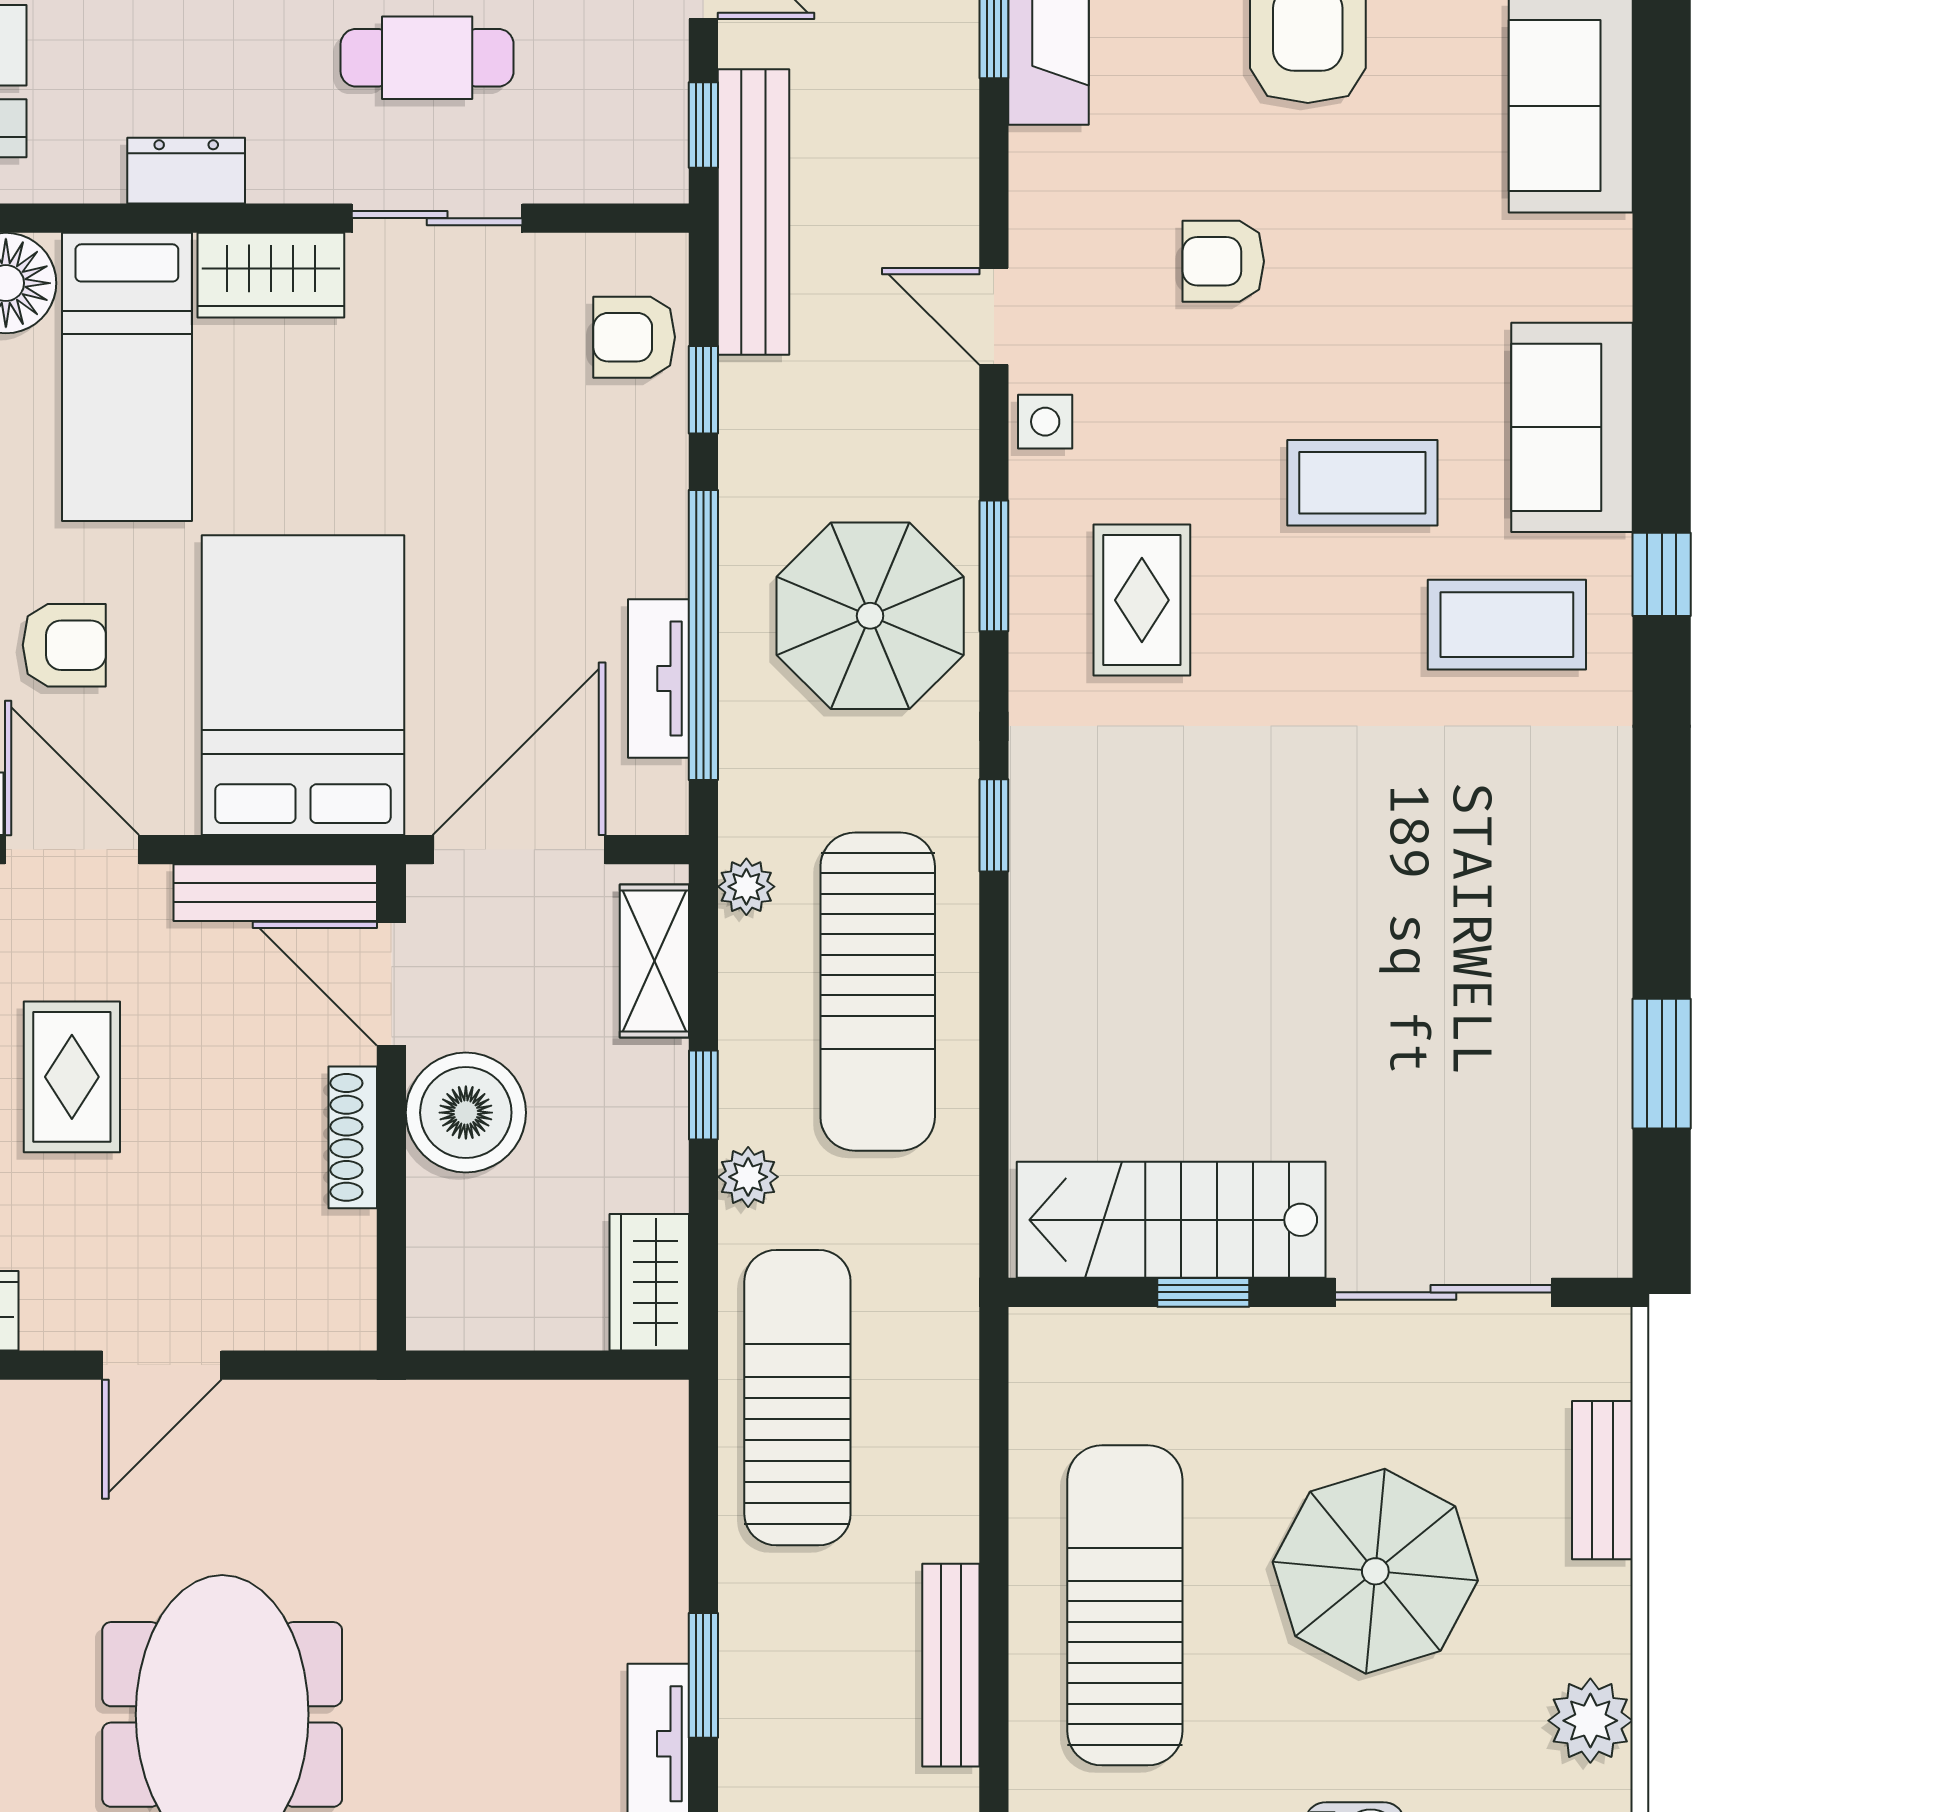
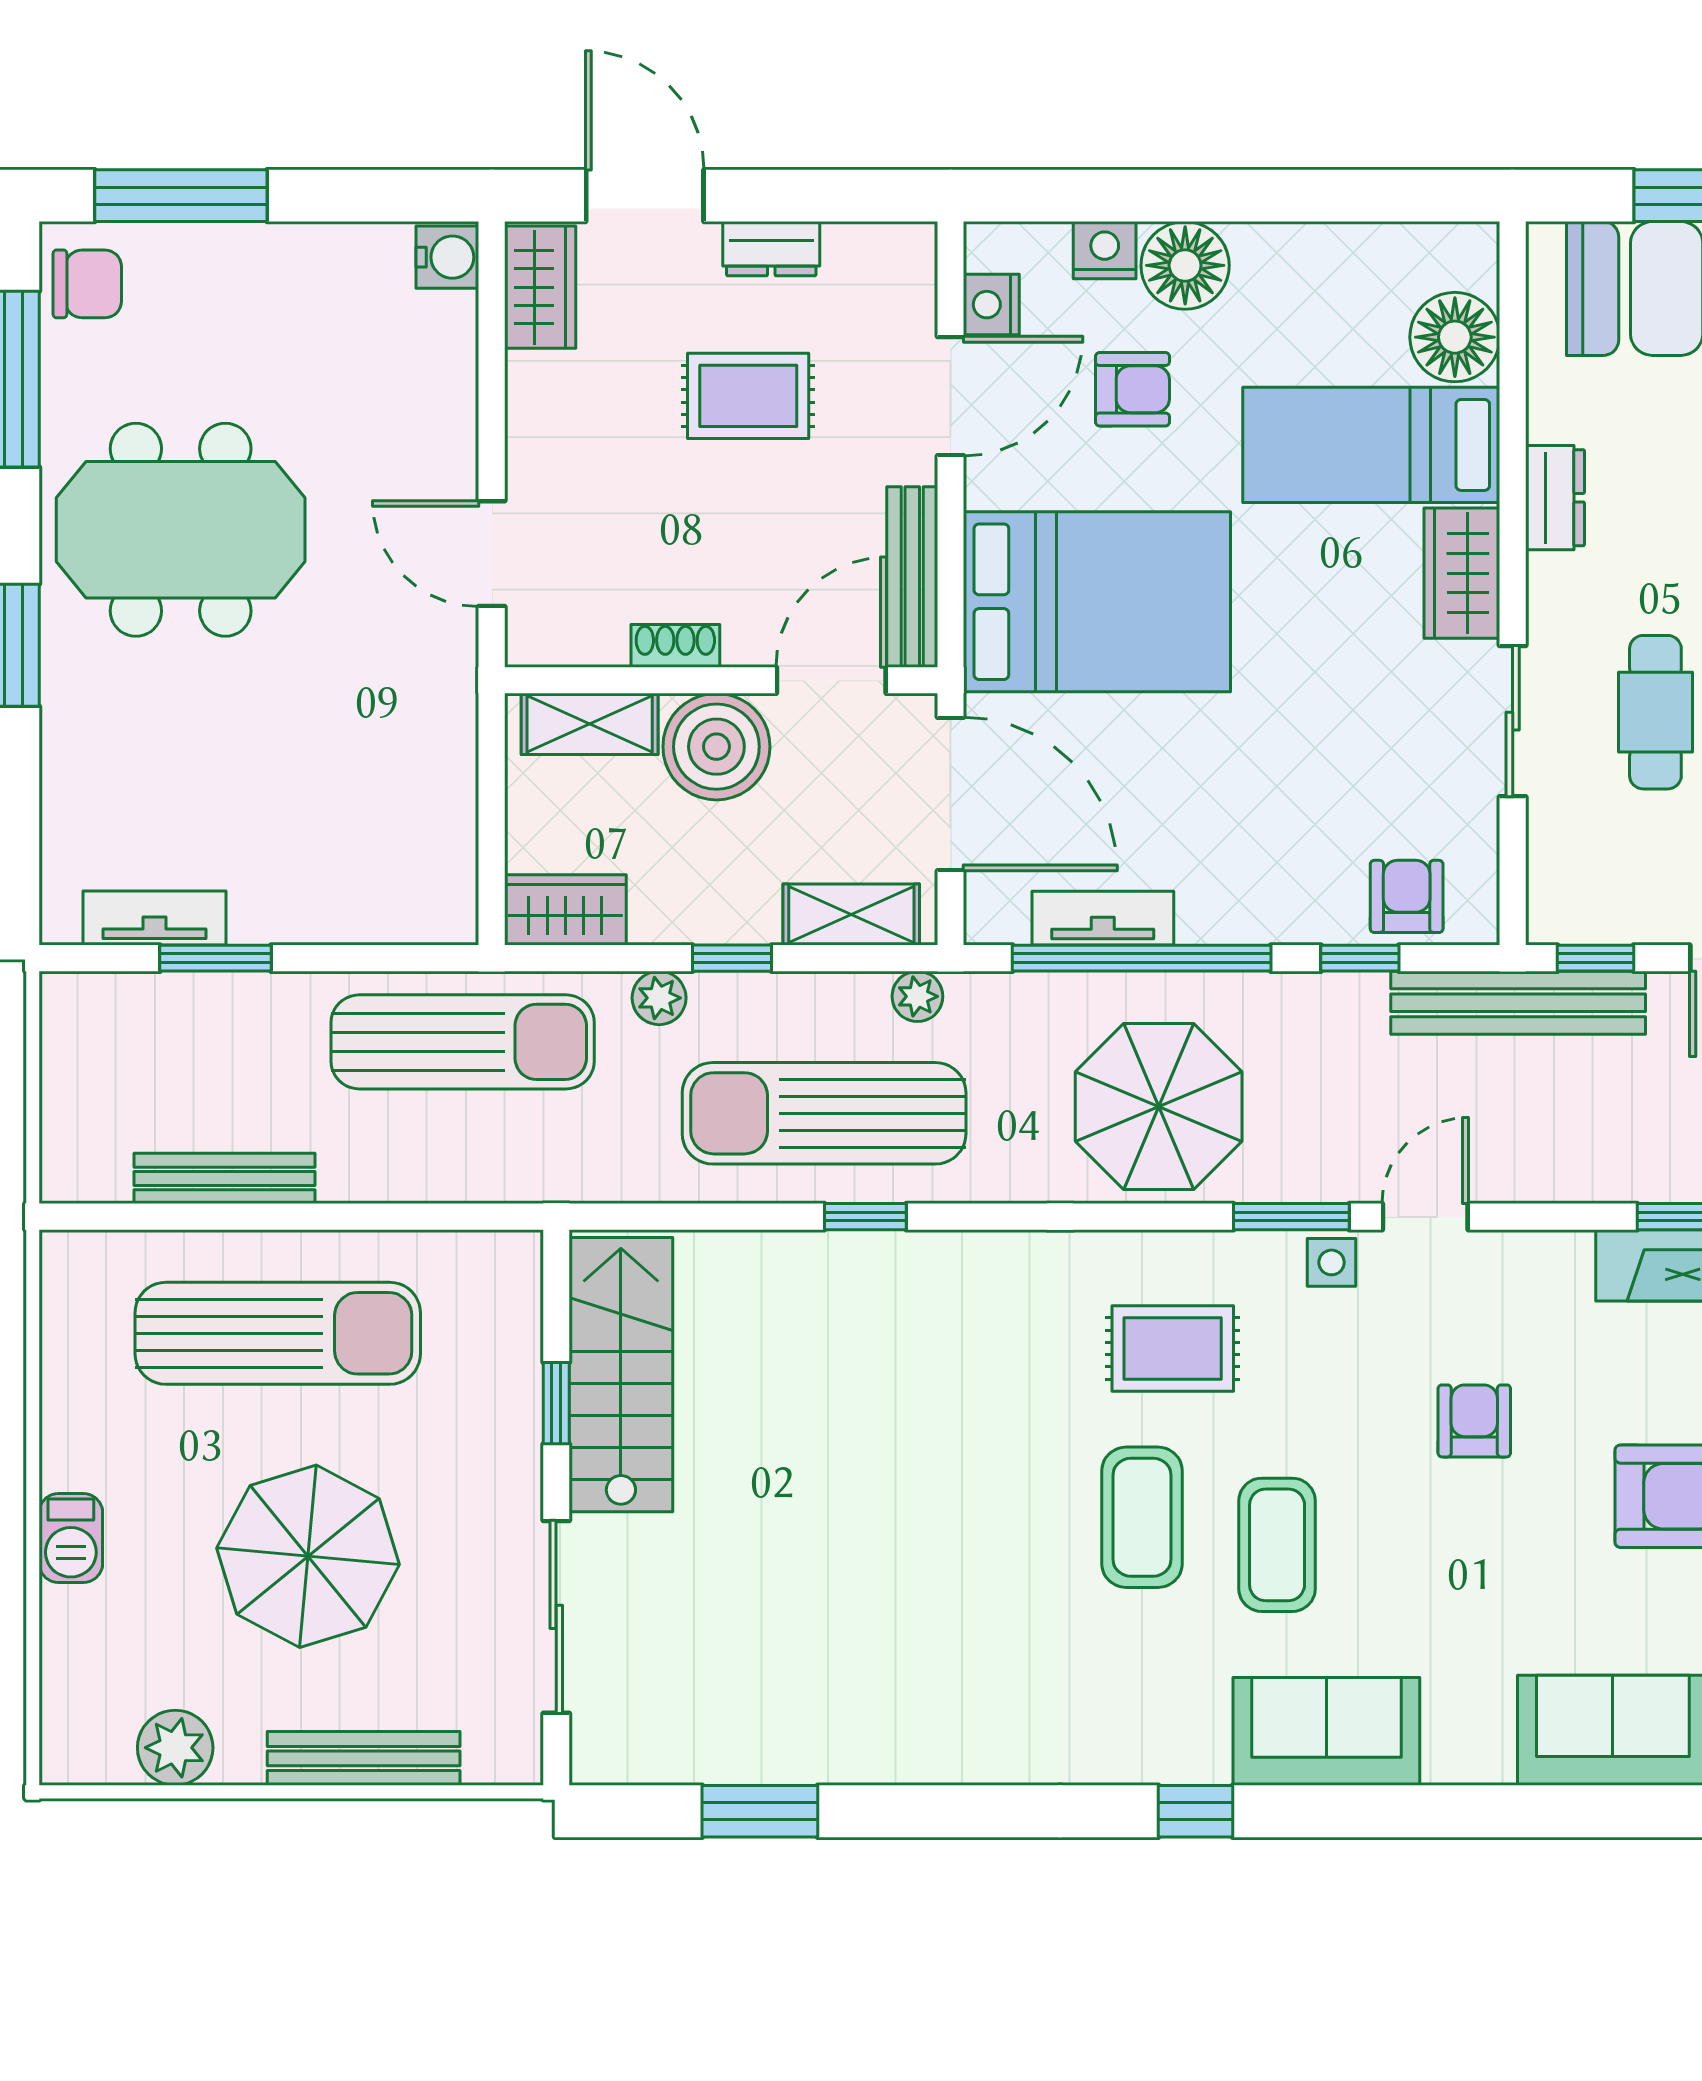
window: (994, 566) -> (1291, 1217), moved
coffee table: (1507, 625) -> (1142, 1517), moved
armchair: (64, 645) -> (1132, 389), turned -90
window: (994, 825) -> (865, 1217), moved
shoe rack: (353, 1137) -> (675, 646), width x0.70
shelving: (440, 1255) -> (590, 724), added
door: (162, 1365) -> (492, 554), moved
bench: (1602, 1480) -> (364, 1758), width x1.36

